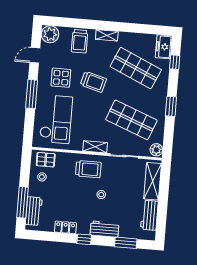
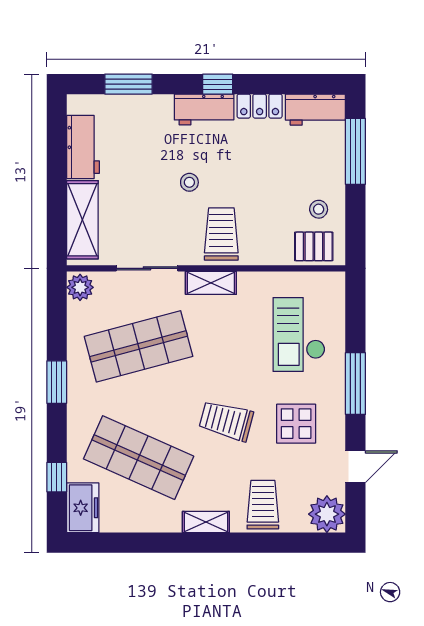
checkout: (56, 119) -> (299, 334), width x0.73, depth x0.83
shop shelf: (131, 120) -> (139, 346), turned -36
trolley: (88, 169) -> (221, 234), turned 90
workbench: (34, 211) -> (315, 110), moved, turned -90
workbench: (104, 229) -> (204, 109), moved

